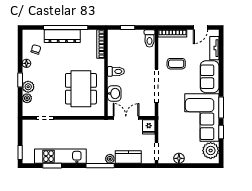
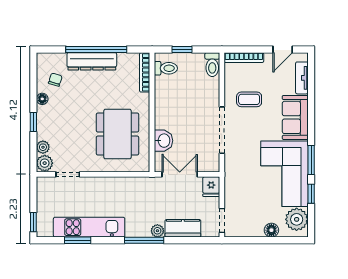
toilet: (116, 71) -> (166, 68), moved
plant: (28, 87) -> (45, 163), moved
floor lamp: (179, 158) -> (271, 230), moved

